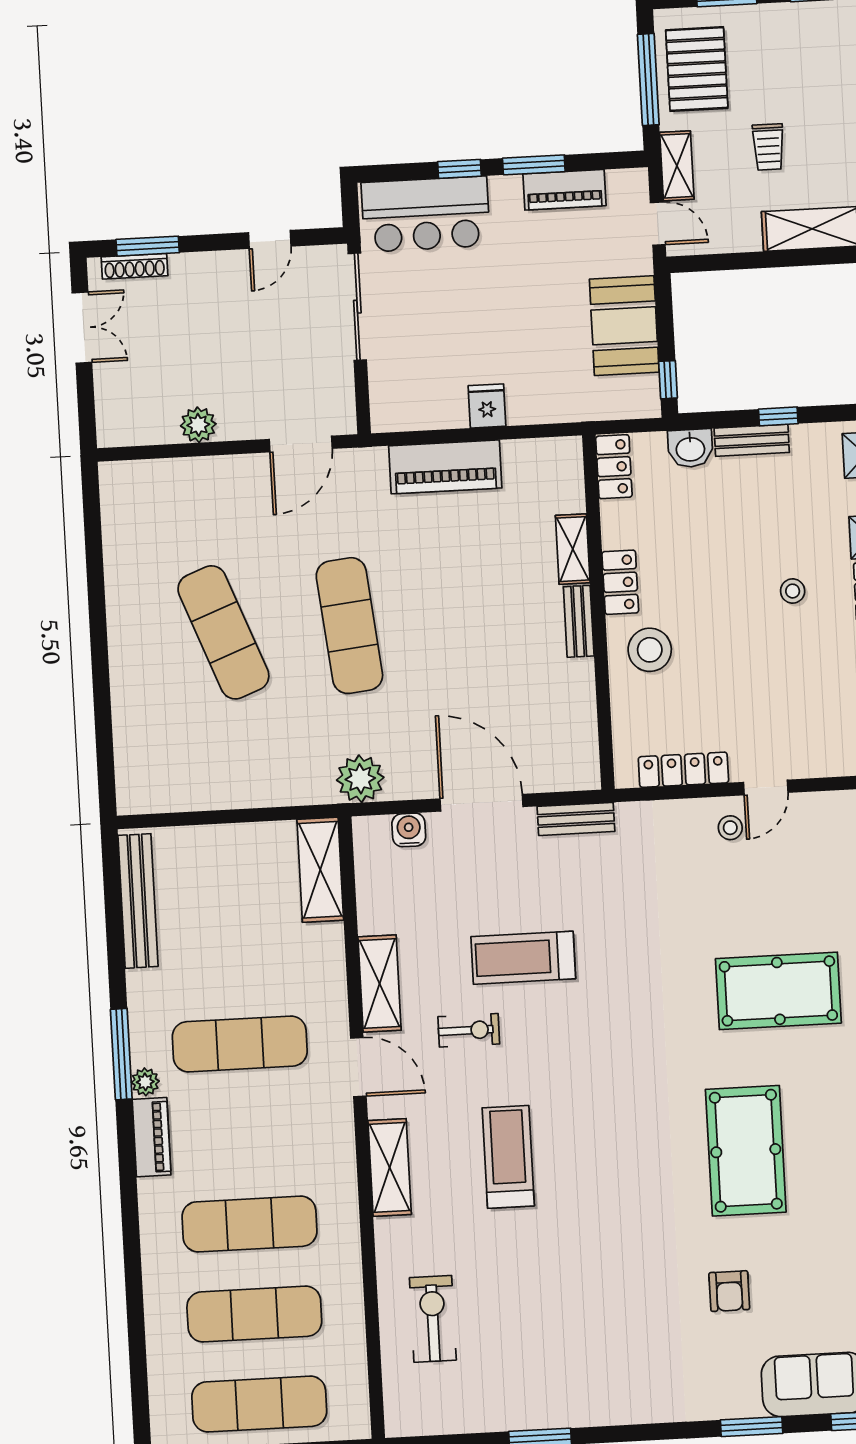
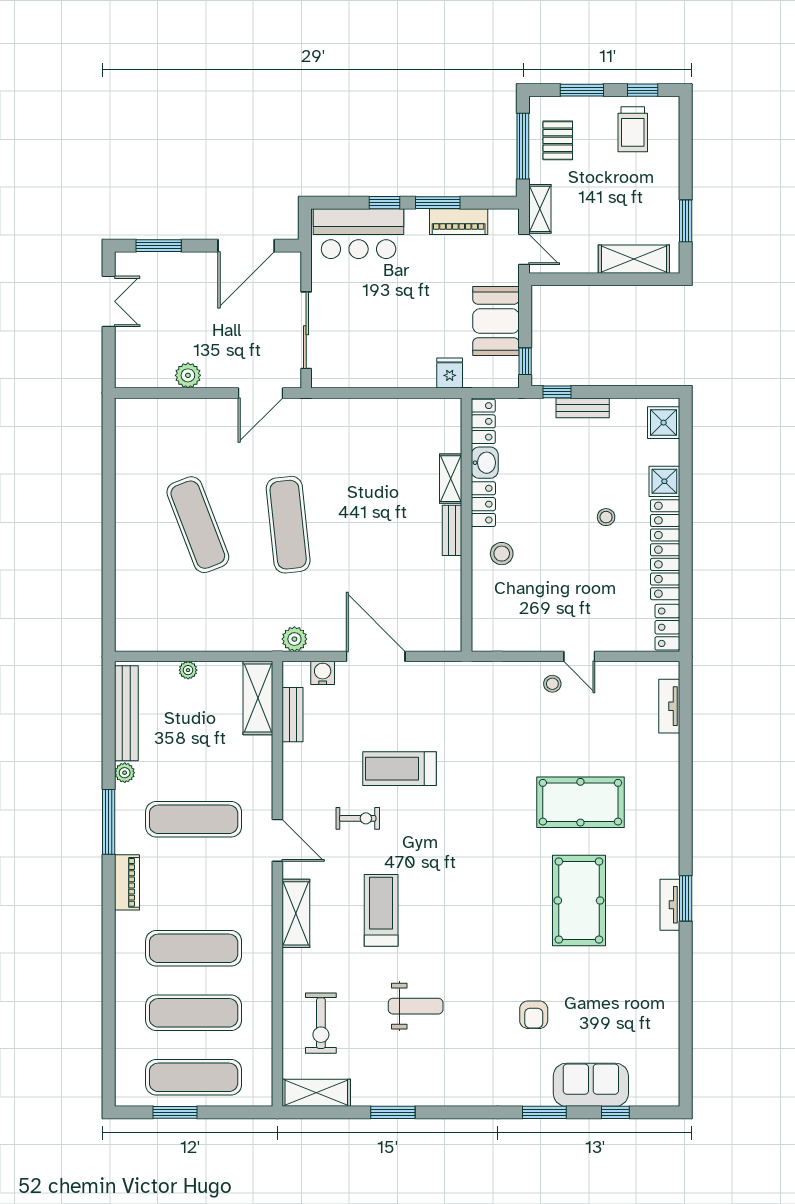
pallet: (697, 69) -> (558, 140), width x0.67, depth x0.71
trolley: (768, 147) -> (633, 129), moved, width x1.36, depth x1.39
door: (270, 239) -> (246, 246), width x1.88
shoe rack: (135, 266) -> (149, 260), removed
sliding door: (357, 307) -> (306, 330), moved
fridge: (487, 406) -> (450, 373), moved
window: (778, 416) -> (557, 392), moved
washbasin: (690, 448) -> (485, 463), moved, turned -90
piano: (445, 467) -> (363, 415), removed
stool: (650, 650) -> (502, 554), width x0.73, depth x0.73
locker: (683, 770) -> (521, 641), removed
plant: (360, 779) -> (294, 639), width x0.73, depth x0.73
door: (766, 787) -> (579, 656), hinge flipped
bench: (576, 819) -> (293, 715), moved, turned 90
plant: (221, 836) -> (188, 670), added
shelving: (380, 984) -> (316, 1093), moved, turned 90
plant: (145, 1082) -> (125, 773), moved
pool table: (746, 1151) -> (579, 901), moved
weight bench: (564, 1288) -> (416, 1006), added
exercise bike: (433, 1319) -> (321, 1023), turned 180

